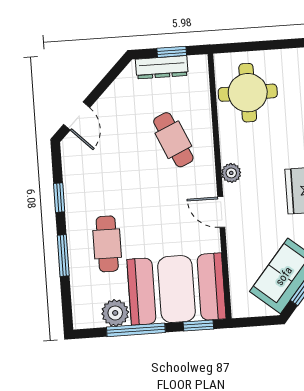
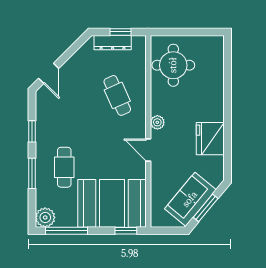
plant: (115, 313) -> (45, 217), moved
window: (136, 330) -> (66, 231), moved

